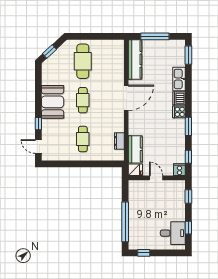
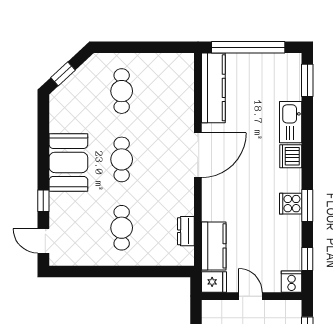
window: (155, 36) -> (248, 47), width x1.46
cafe table: (83, 61) -> (122, 91), width x0.73, depth x0.74
cooker: (179, 112) -> (291, 204), moved

